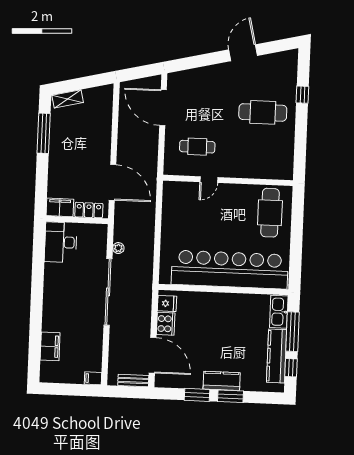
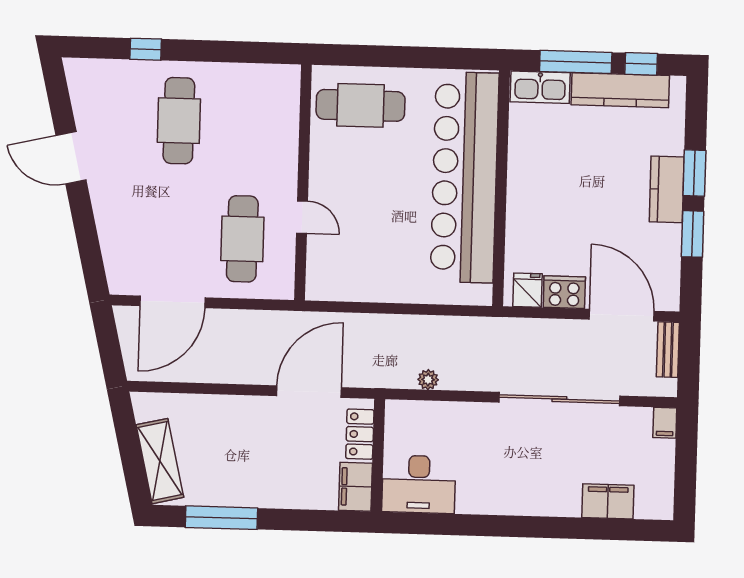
shelving: (68, 99) -> (160, 461), width x1.50, depth x1.33
cafe table: (197, 147) -> (242, 239), width x1.37, depth x1.35
sliding door: (108, 292) -> (559, 399), moved
door: (153, 355) -> (622, 315), hinge flipped

